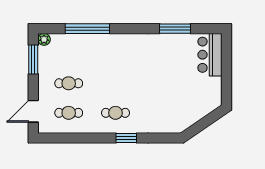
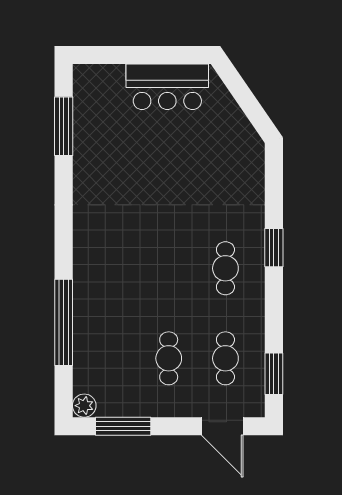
window: (175, 29) -> (64, 126), moved
bar counter: (210, 55) -> (167, 87), moved
window: (61, 138) -> (274, 374), added

